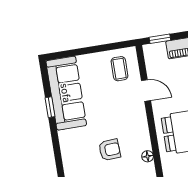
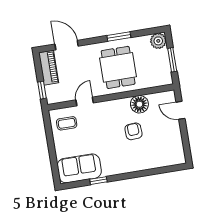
sofa: (66, 93) -> (79, 168), width x0.73
floor lamp: (148, 156) -> (139, 104), width x1.89, depth x1.89

